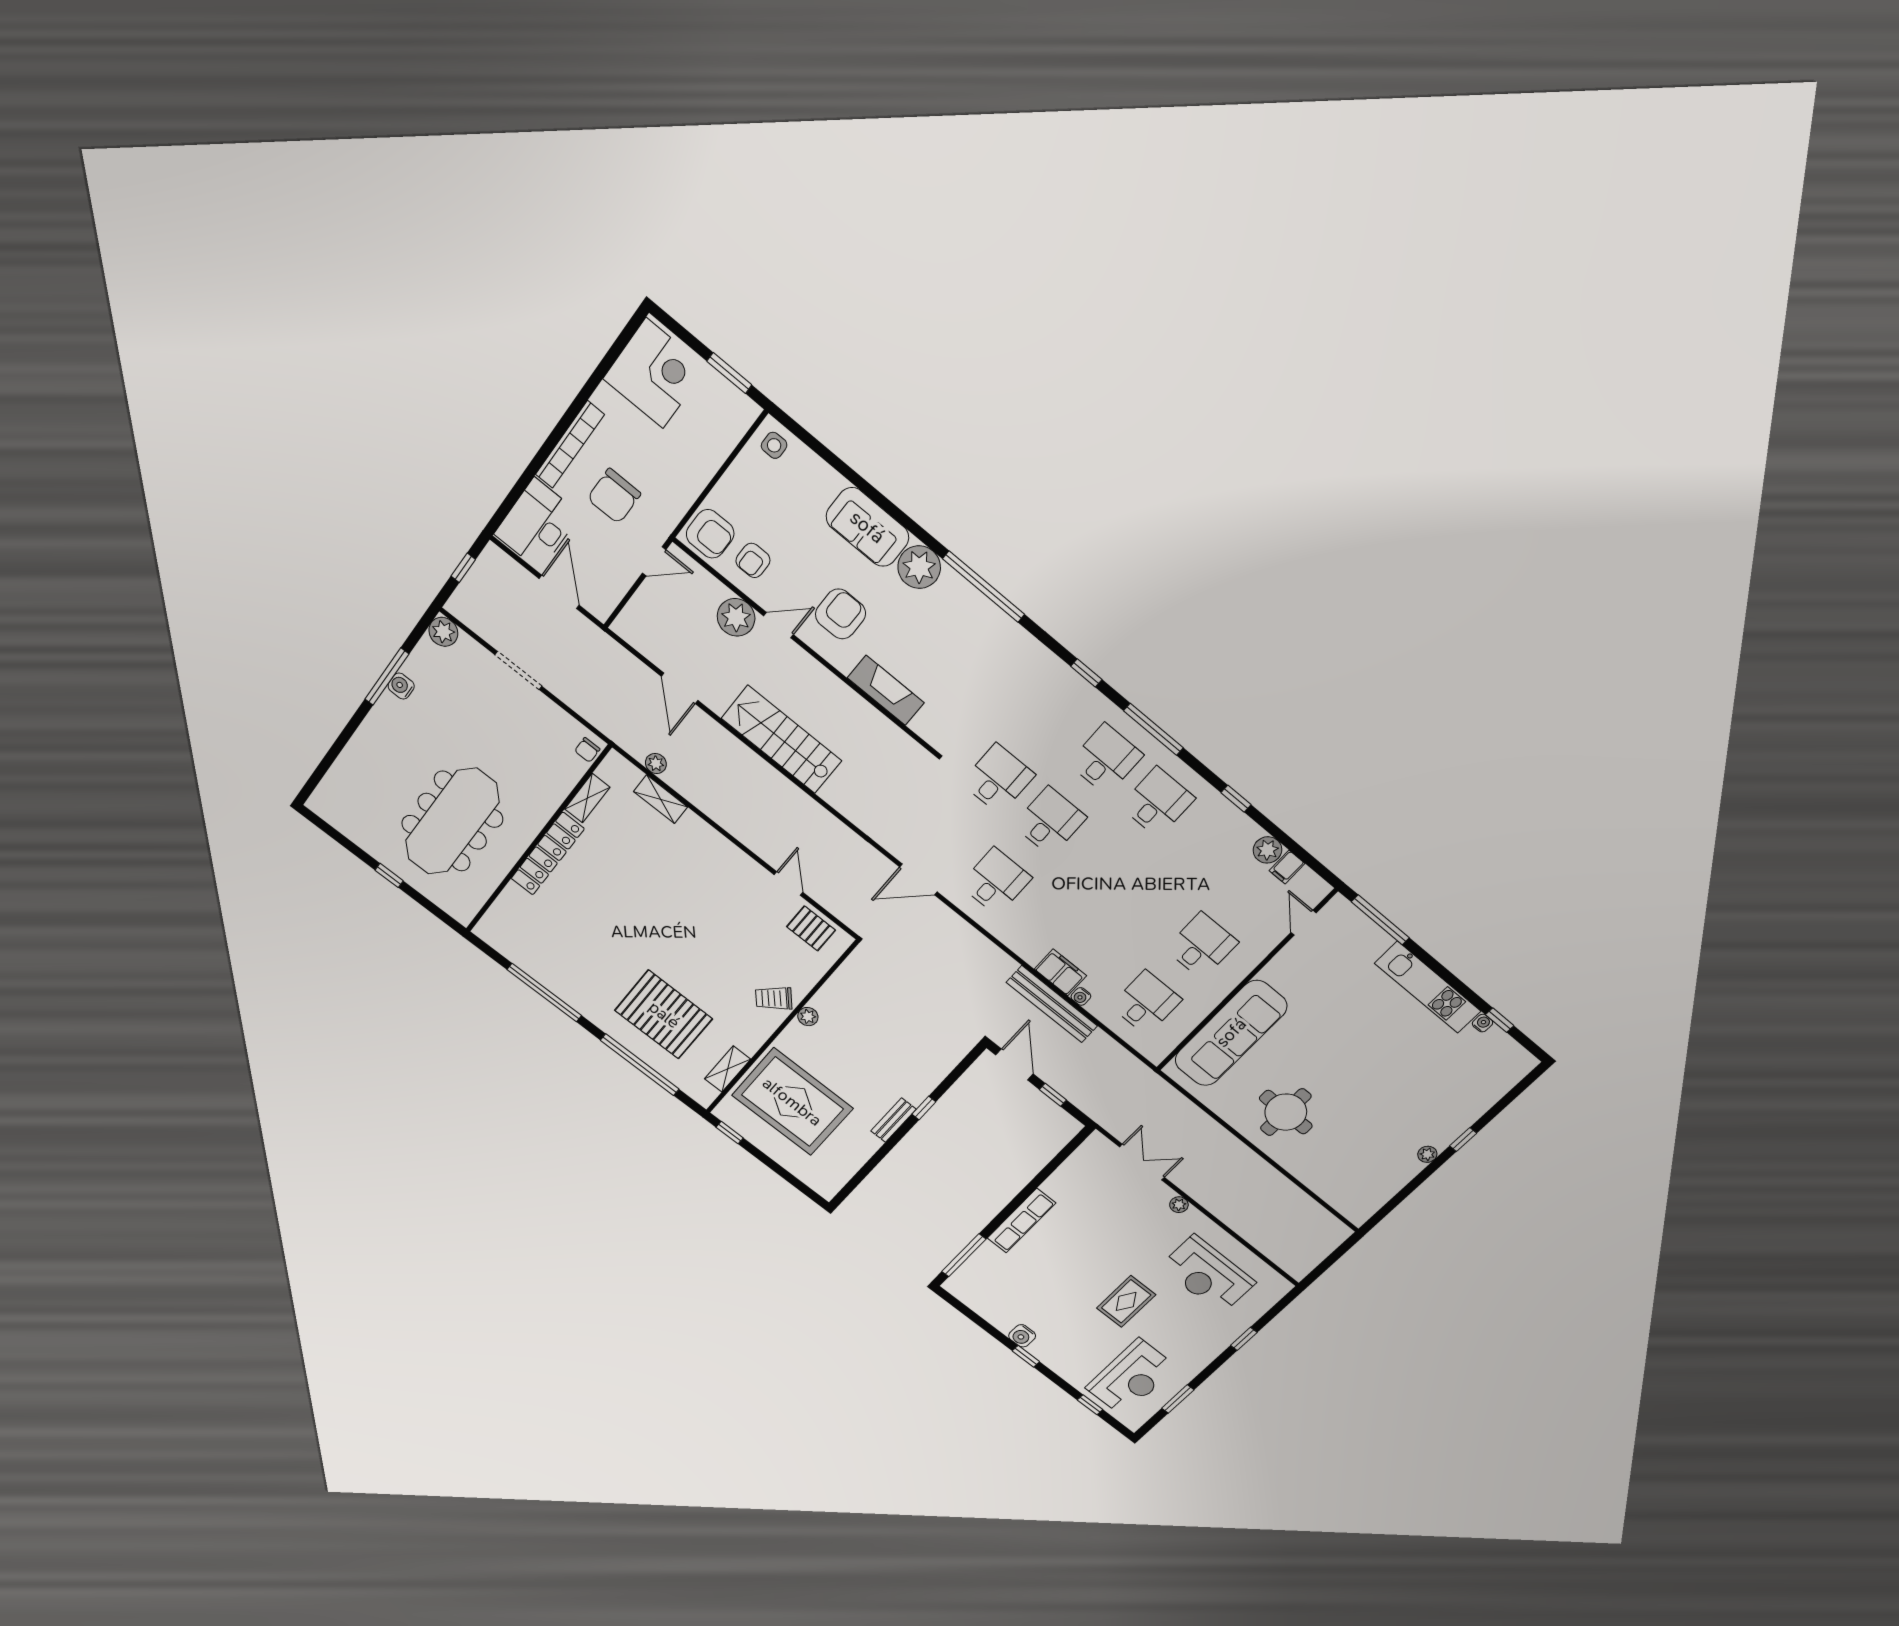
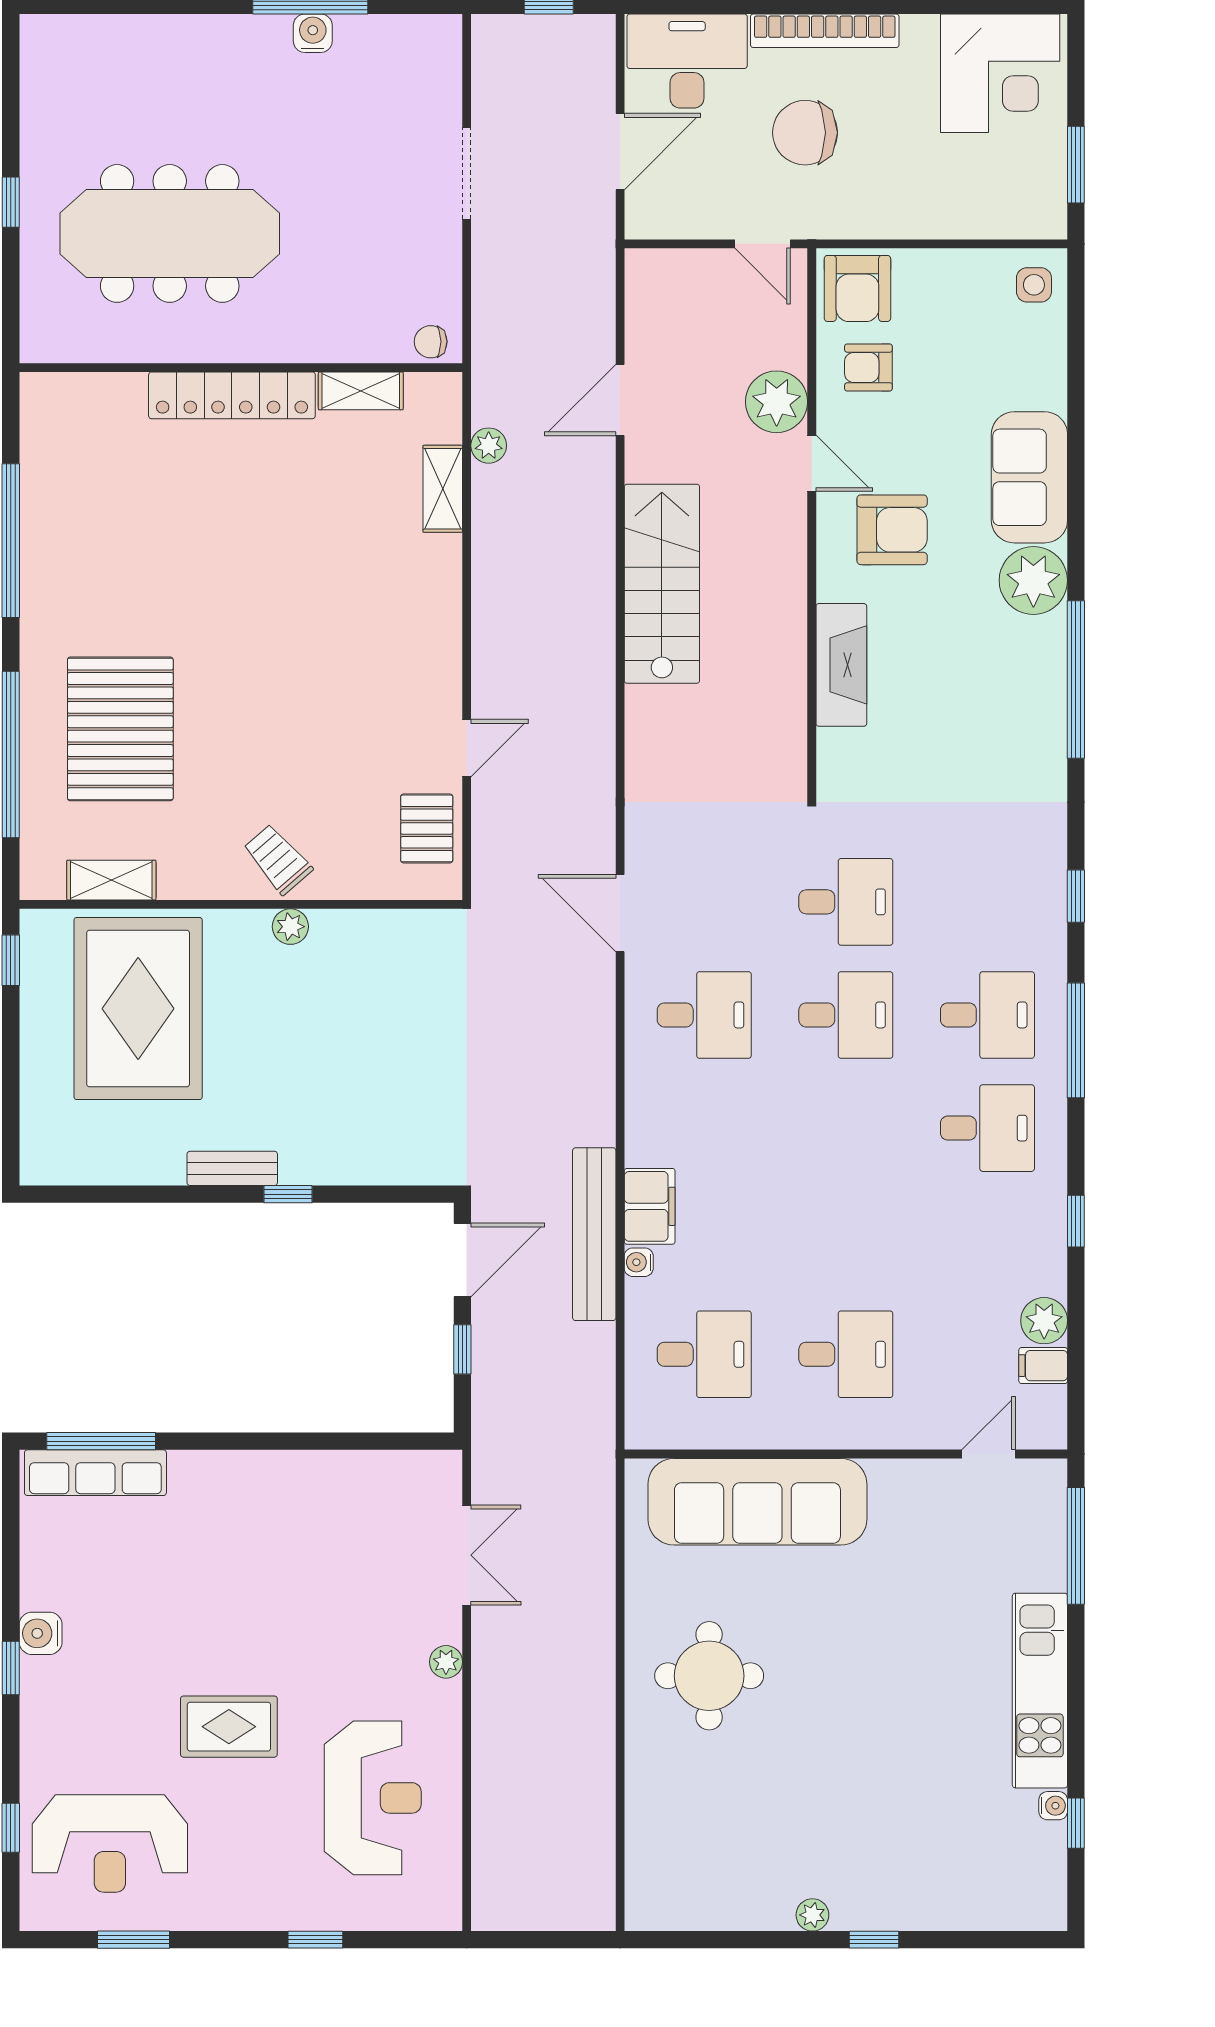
plant: (443, 632) -> (438, 38), removed
row of seats: (1021, 1221) -> (95, 1473), moved
reception desk: (1208, 1275) -> (373, 1798), turned 180

